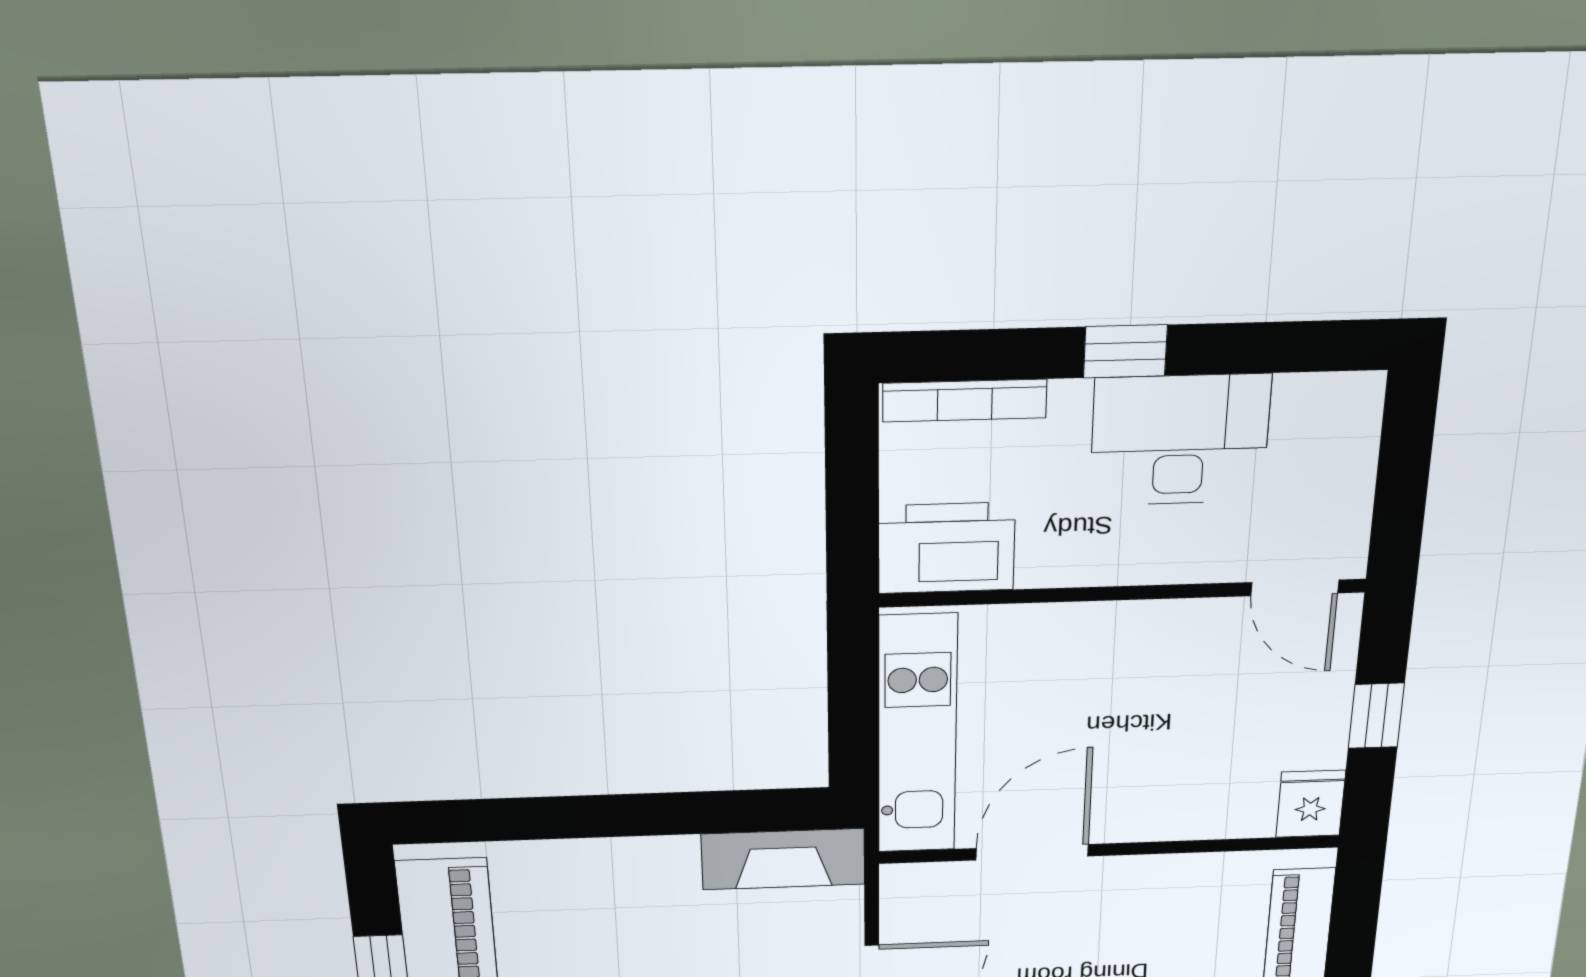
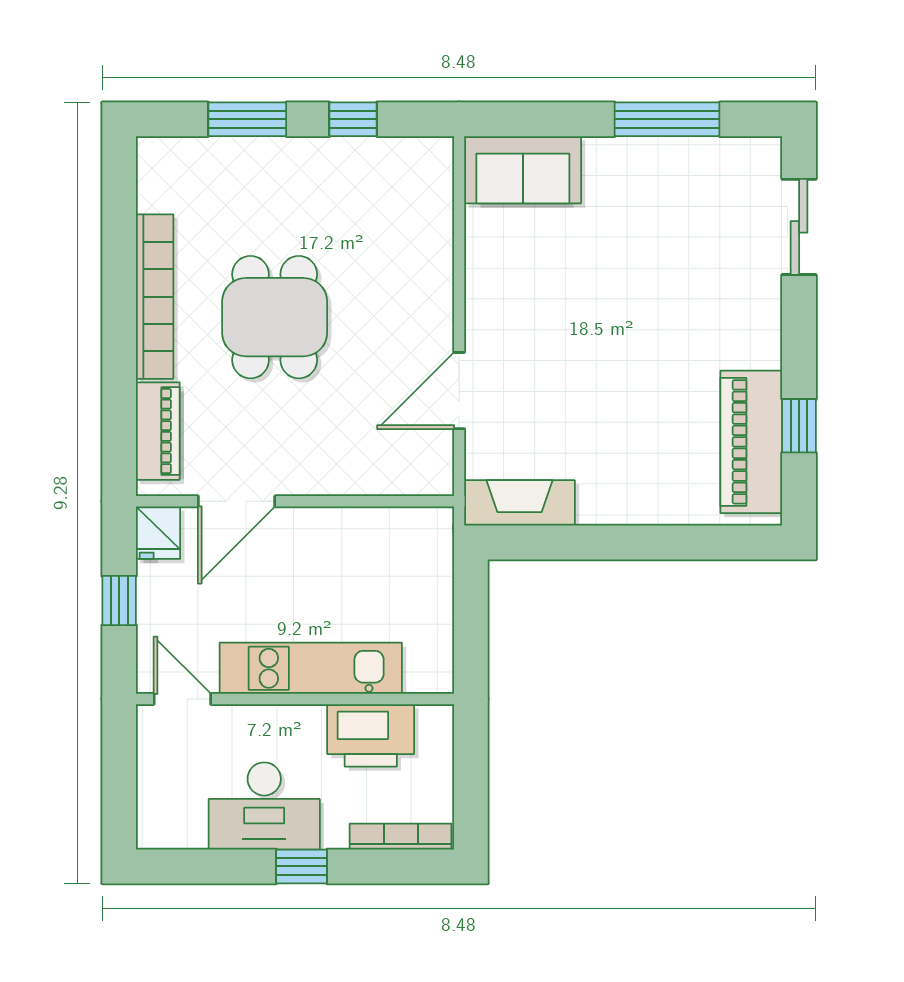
printer: (947, 548) -> (371, 735), moved
kitchen unit: (917, 735) -> (311, 668), moved, turned 90
door: (1032, 852) -> (237, 501), moved

